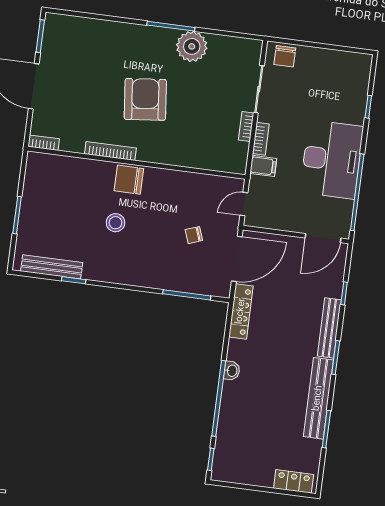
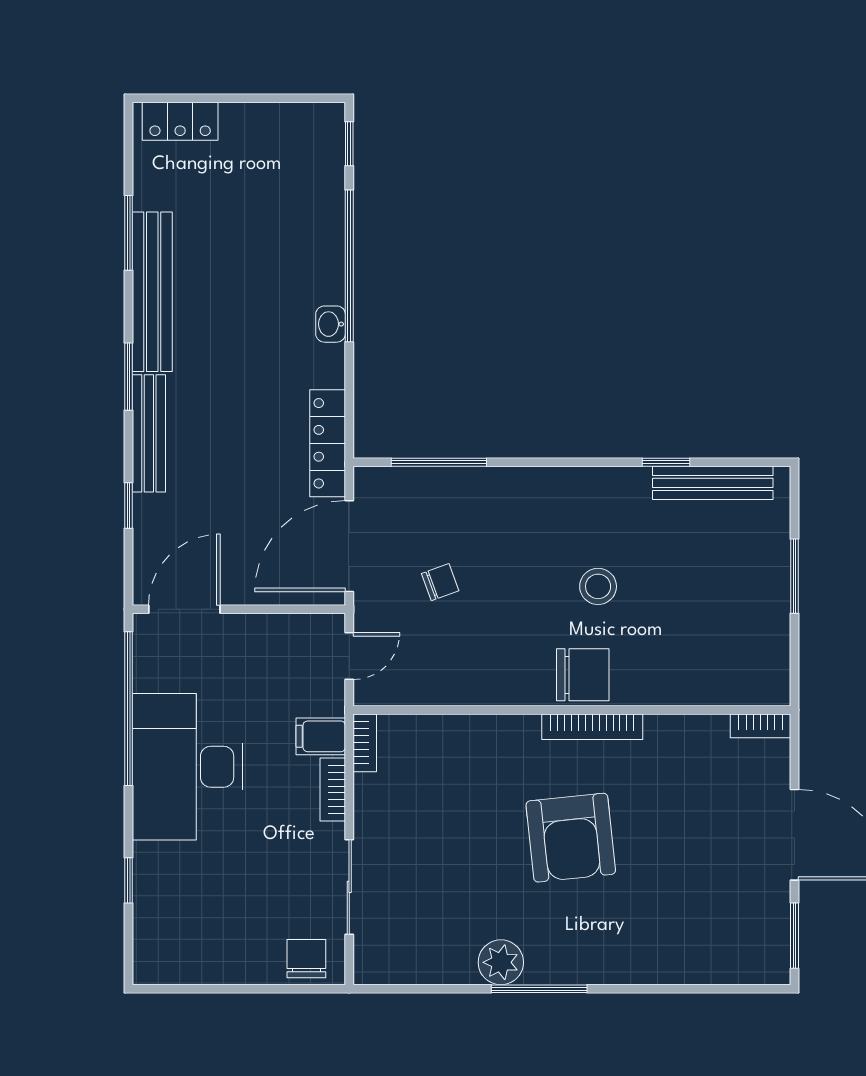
plant: (192, 46) -> (501, 962), width x0.73, depth x0.73
bookcase: (246, 127) -> (365, 743), moved
bookcase: (110, 151) -> (592, 727), moved

